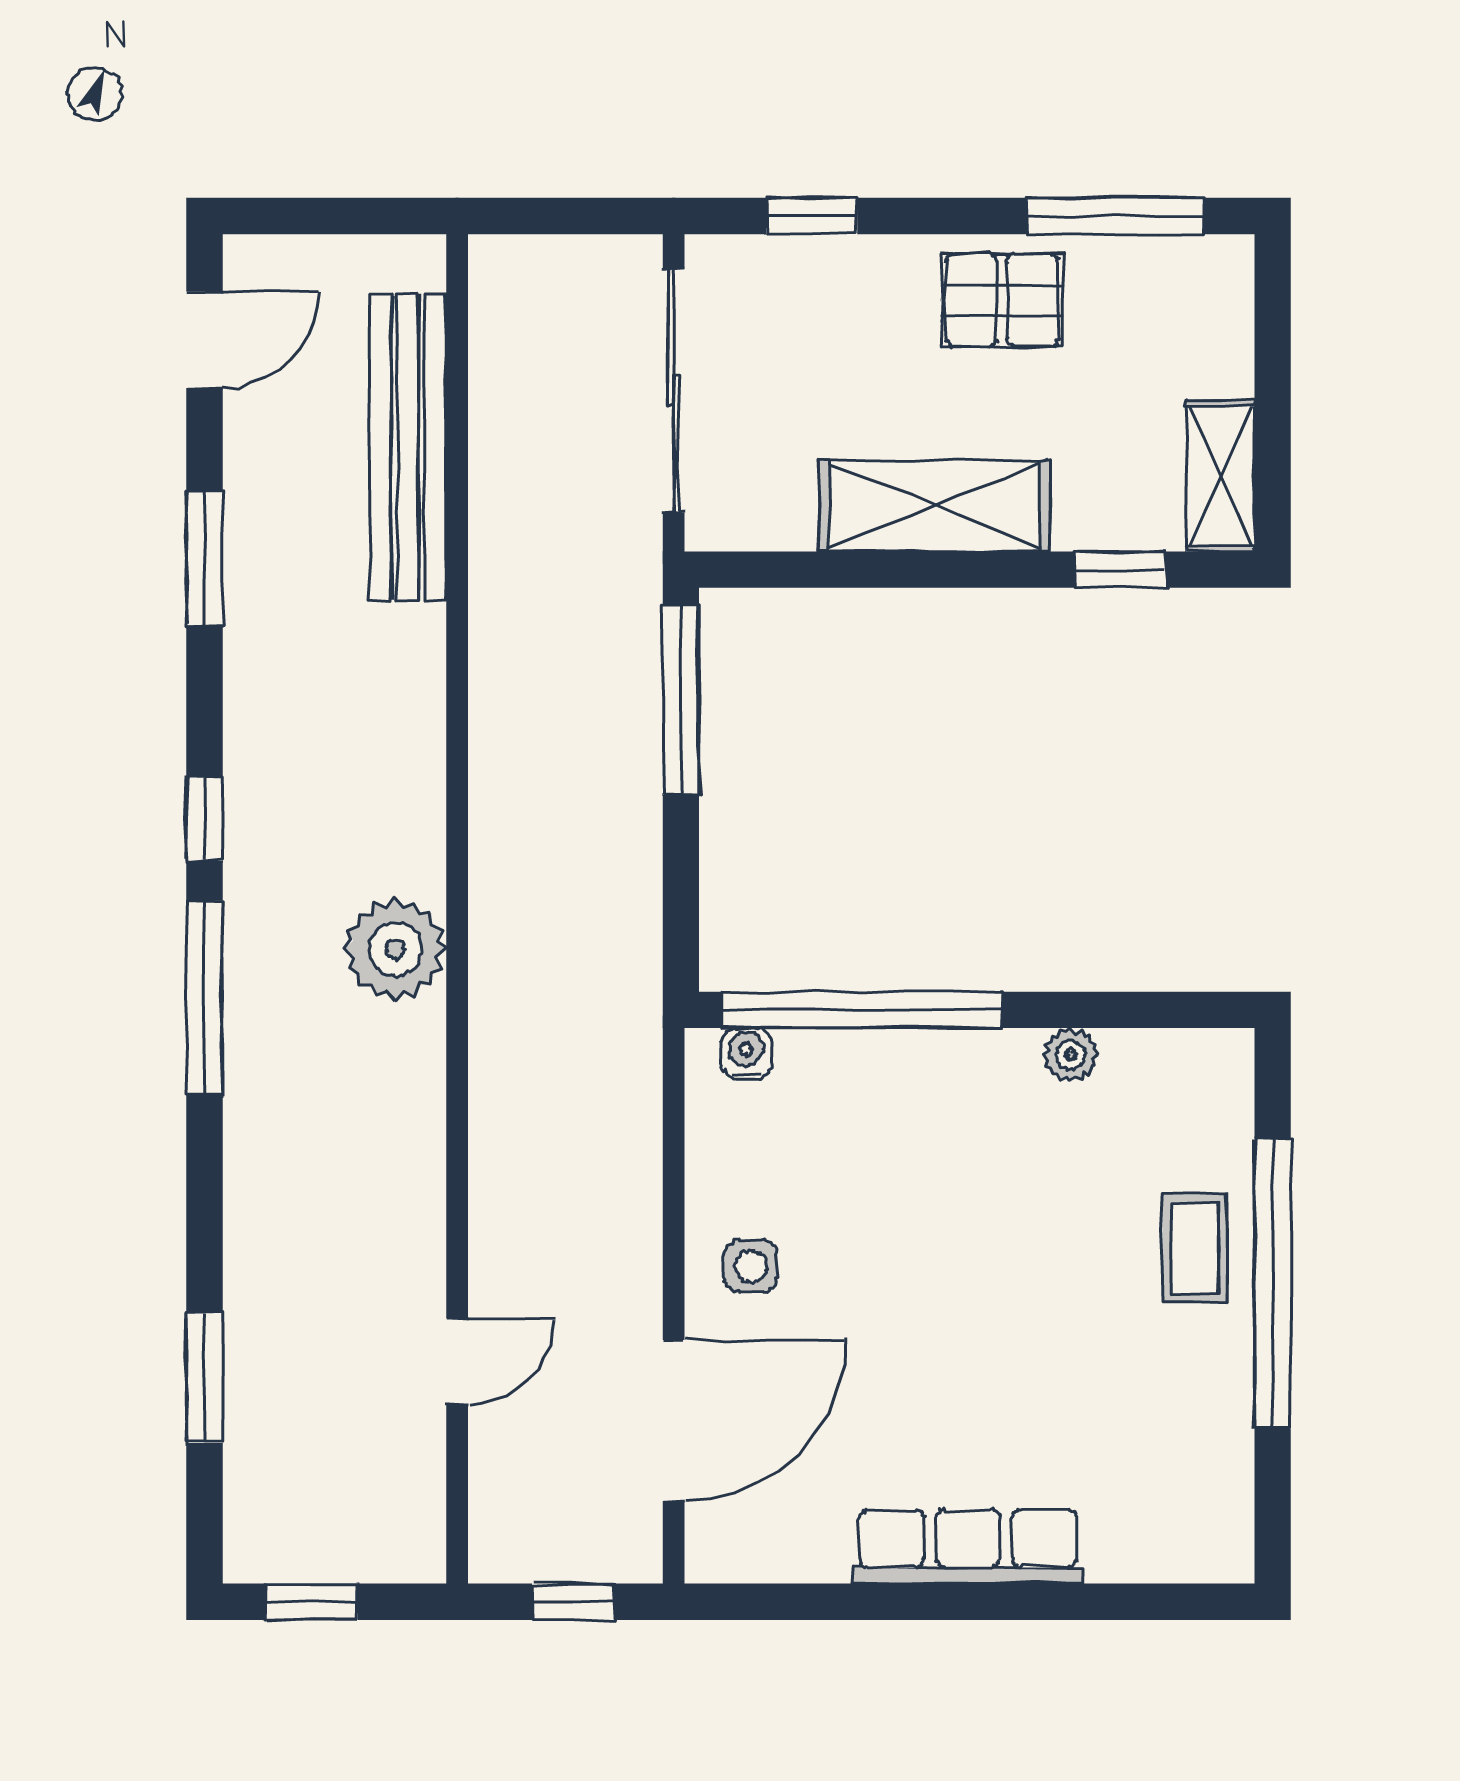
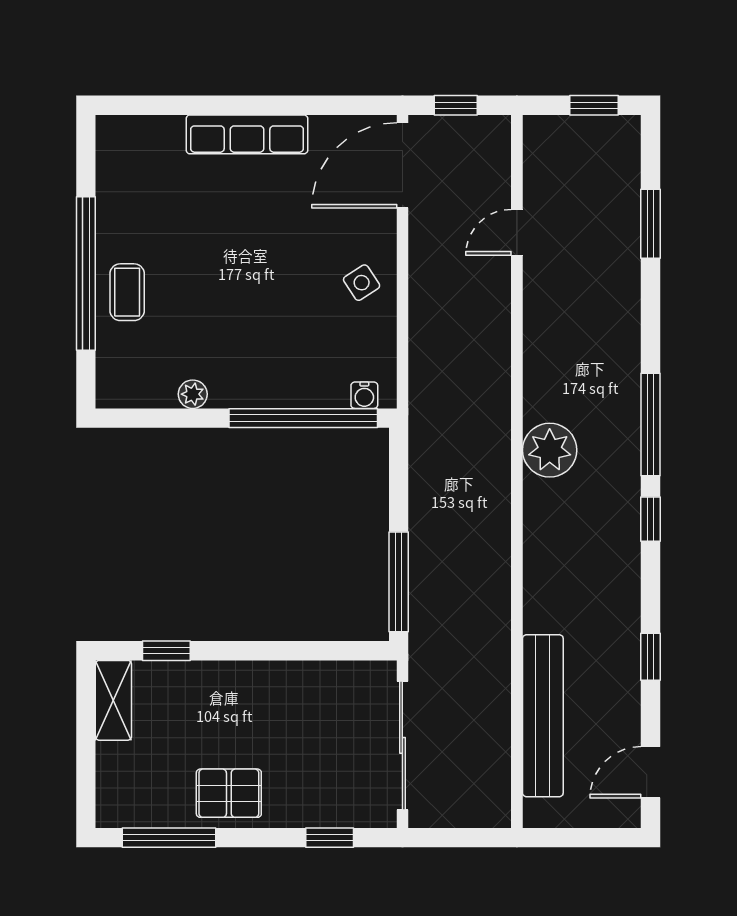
shelving: (934, 506) -> (265, 685), removed
window: (204, 558) -> (650, 657), width x0.67
side table: (751, 1266) -> (362, 283), turned -33
door: (674, 1420) -> (402, 165), moved

